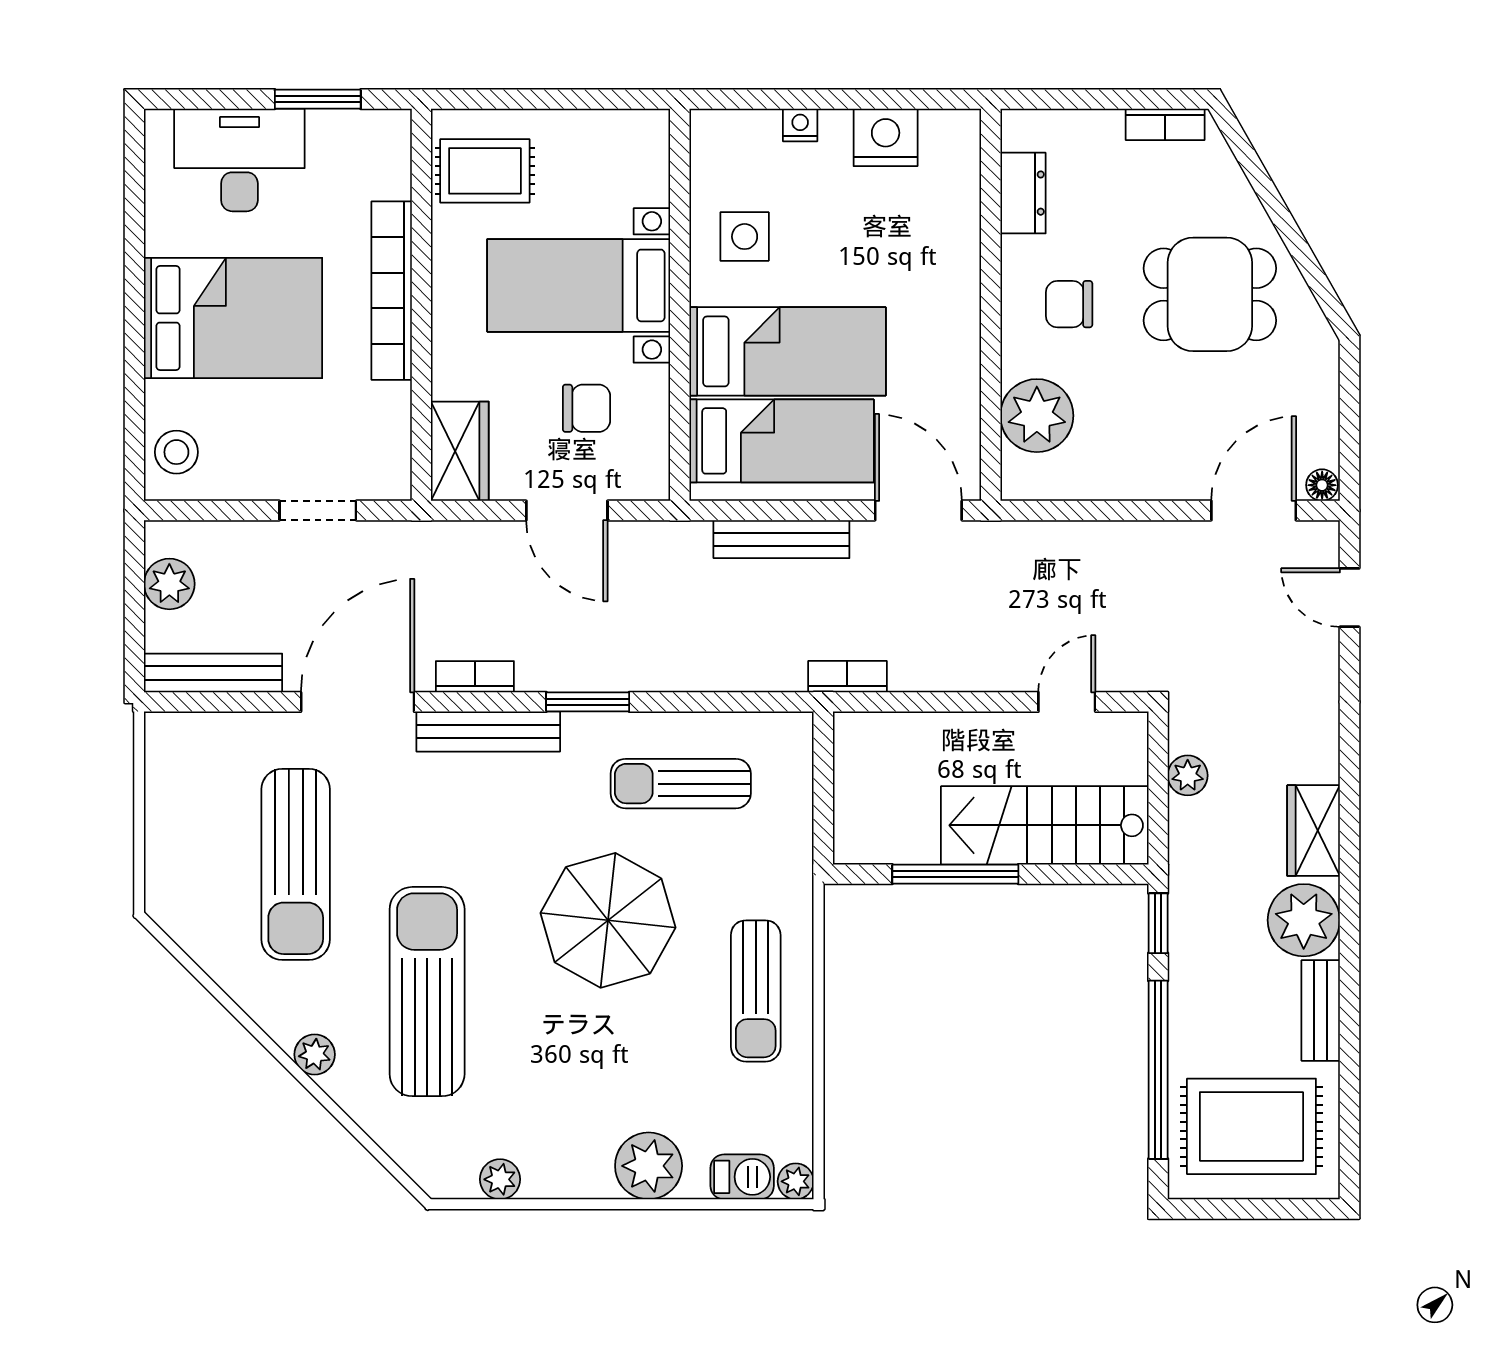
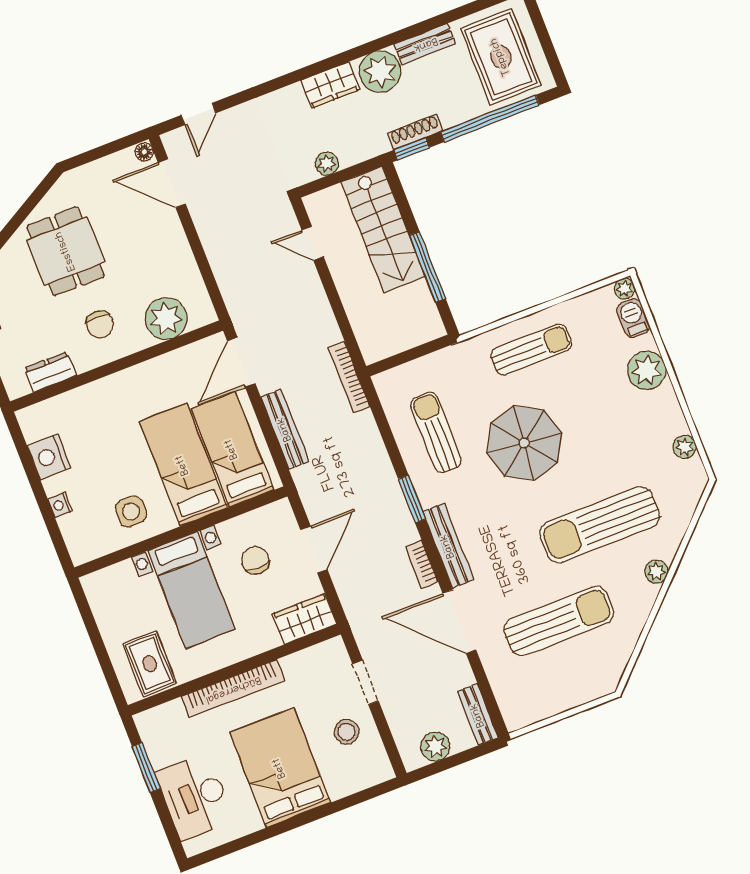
stool: (176, 452) -> (347, 732), moved
bench: (213, 673) -> (478, 715), width x0.73
bookcase: (847, 677) -> (349, 377), width x1.56
sun lounger: (681, 784) -> (436, 432), turned 180
shoe rack: (1183, 940) -> (415, 132), added

